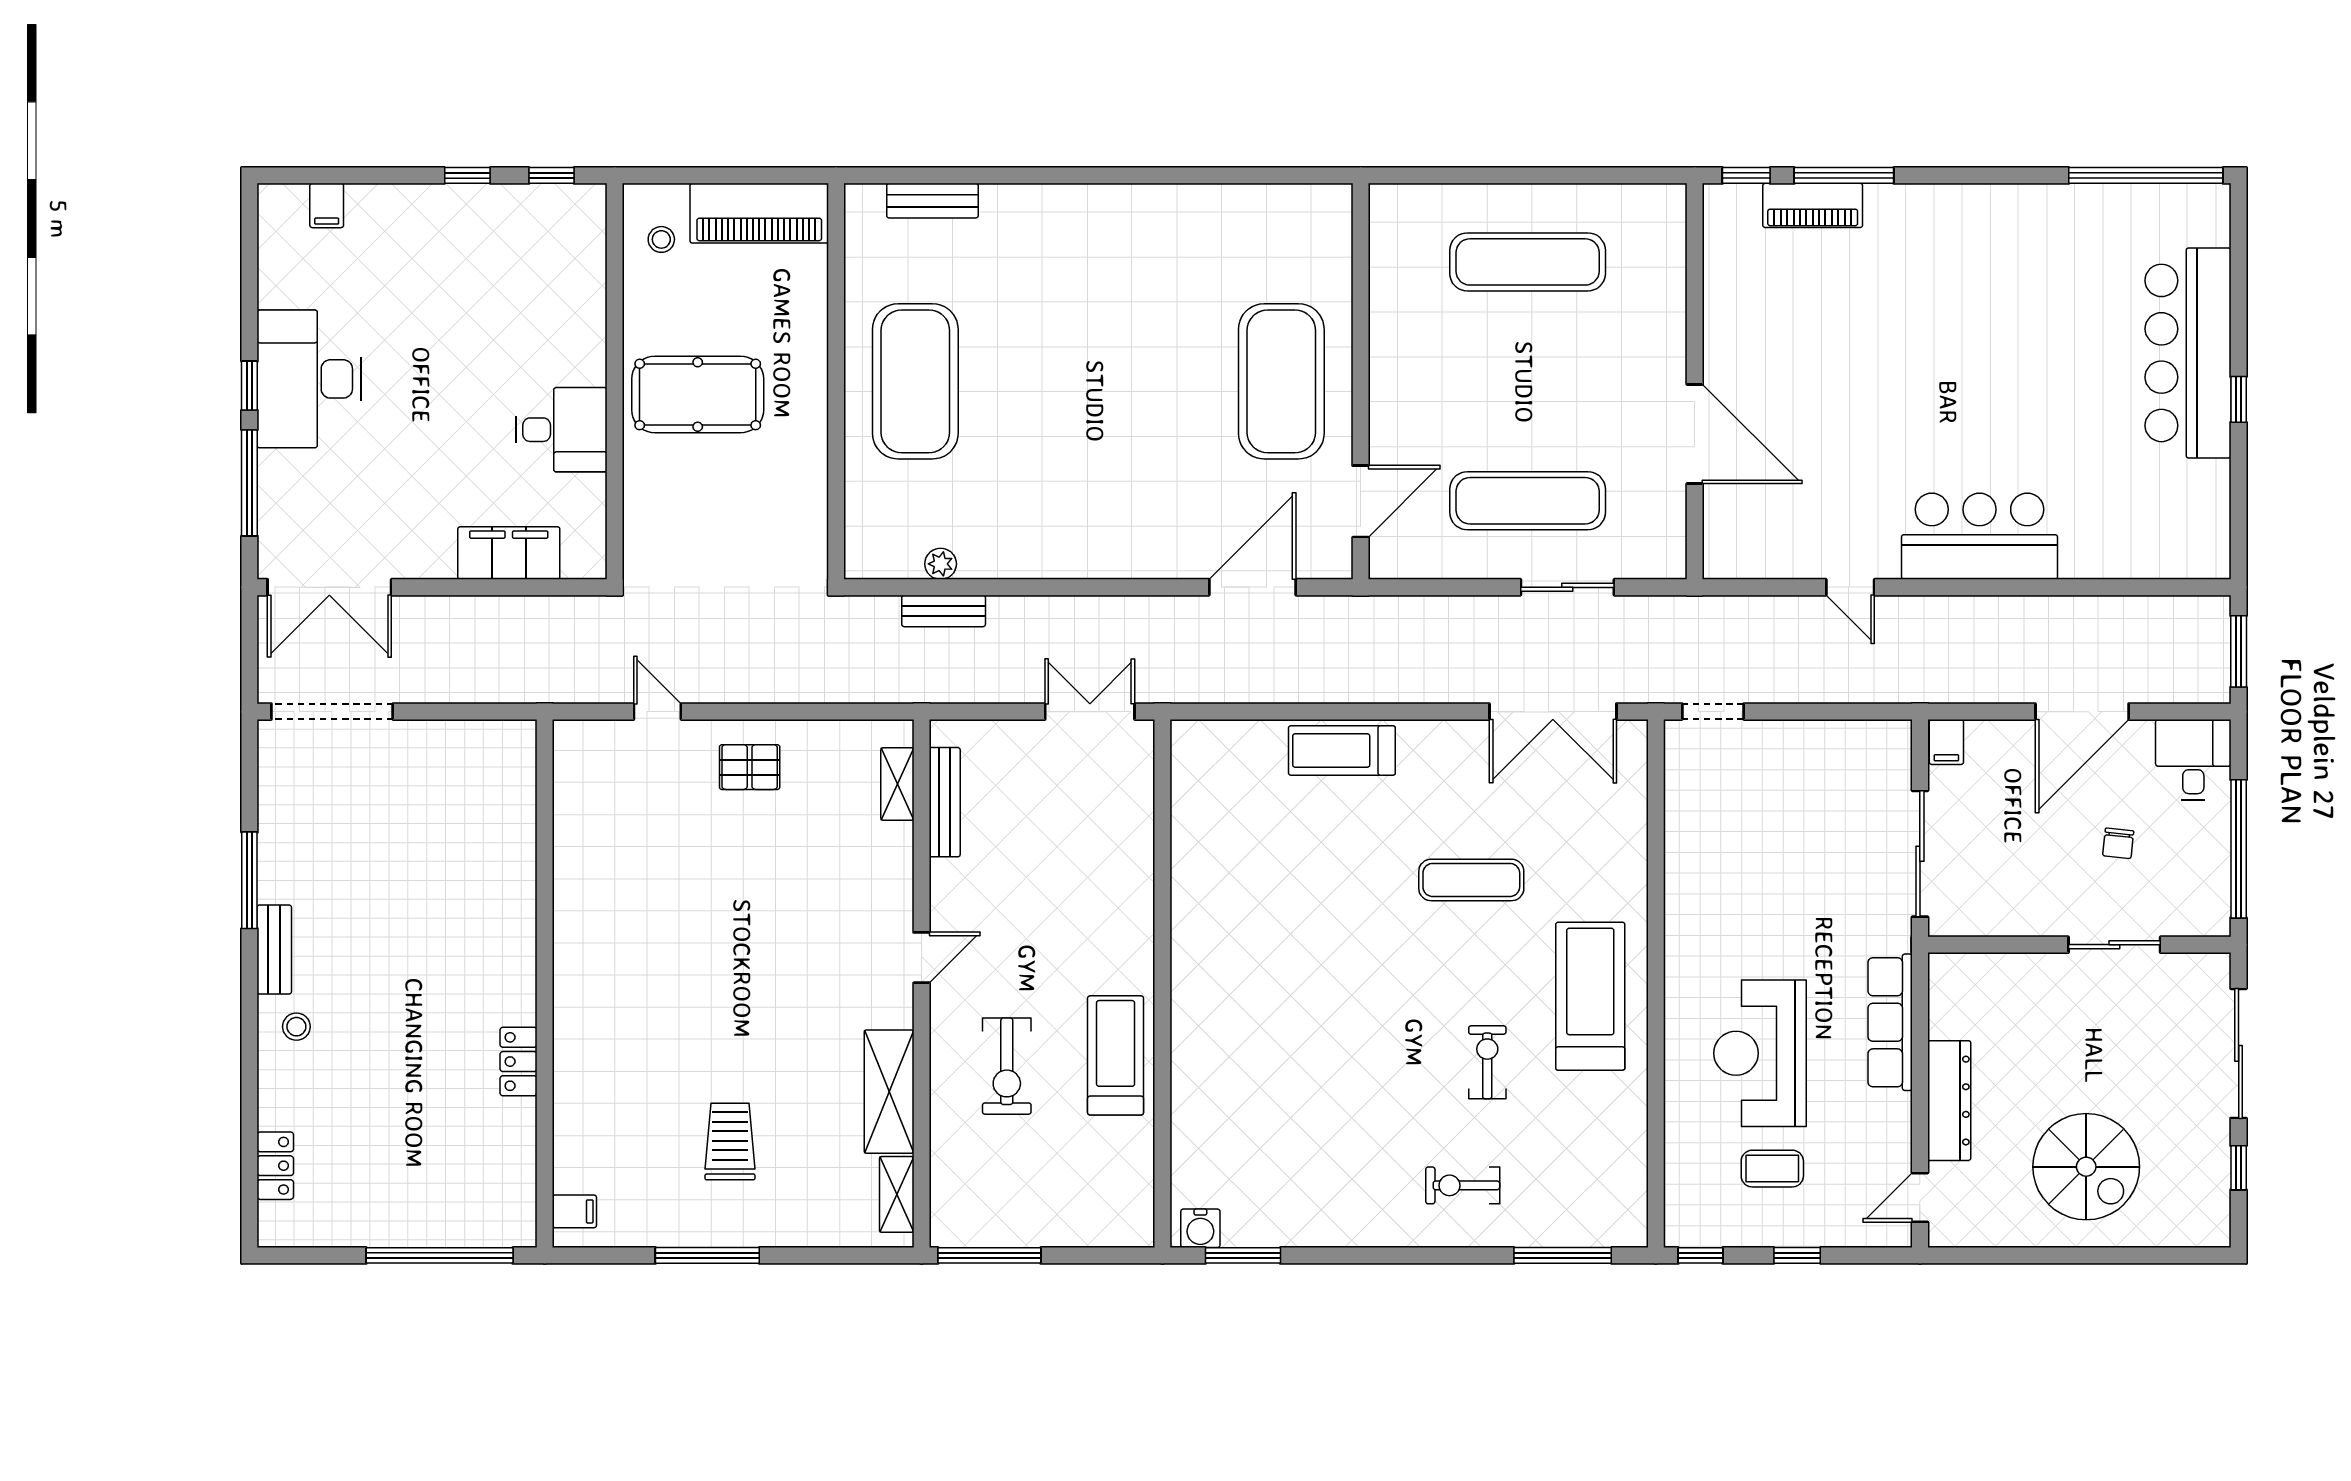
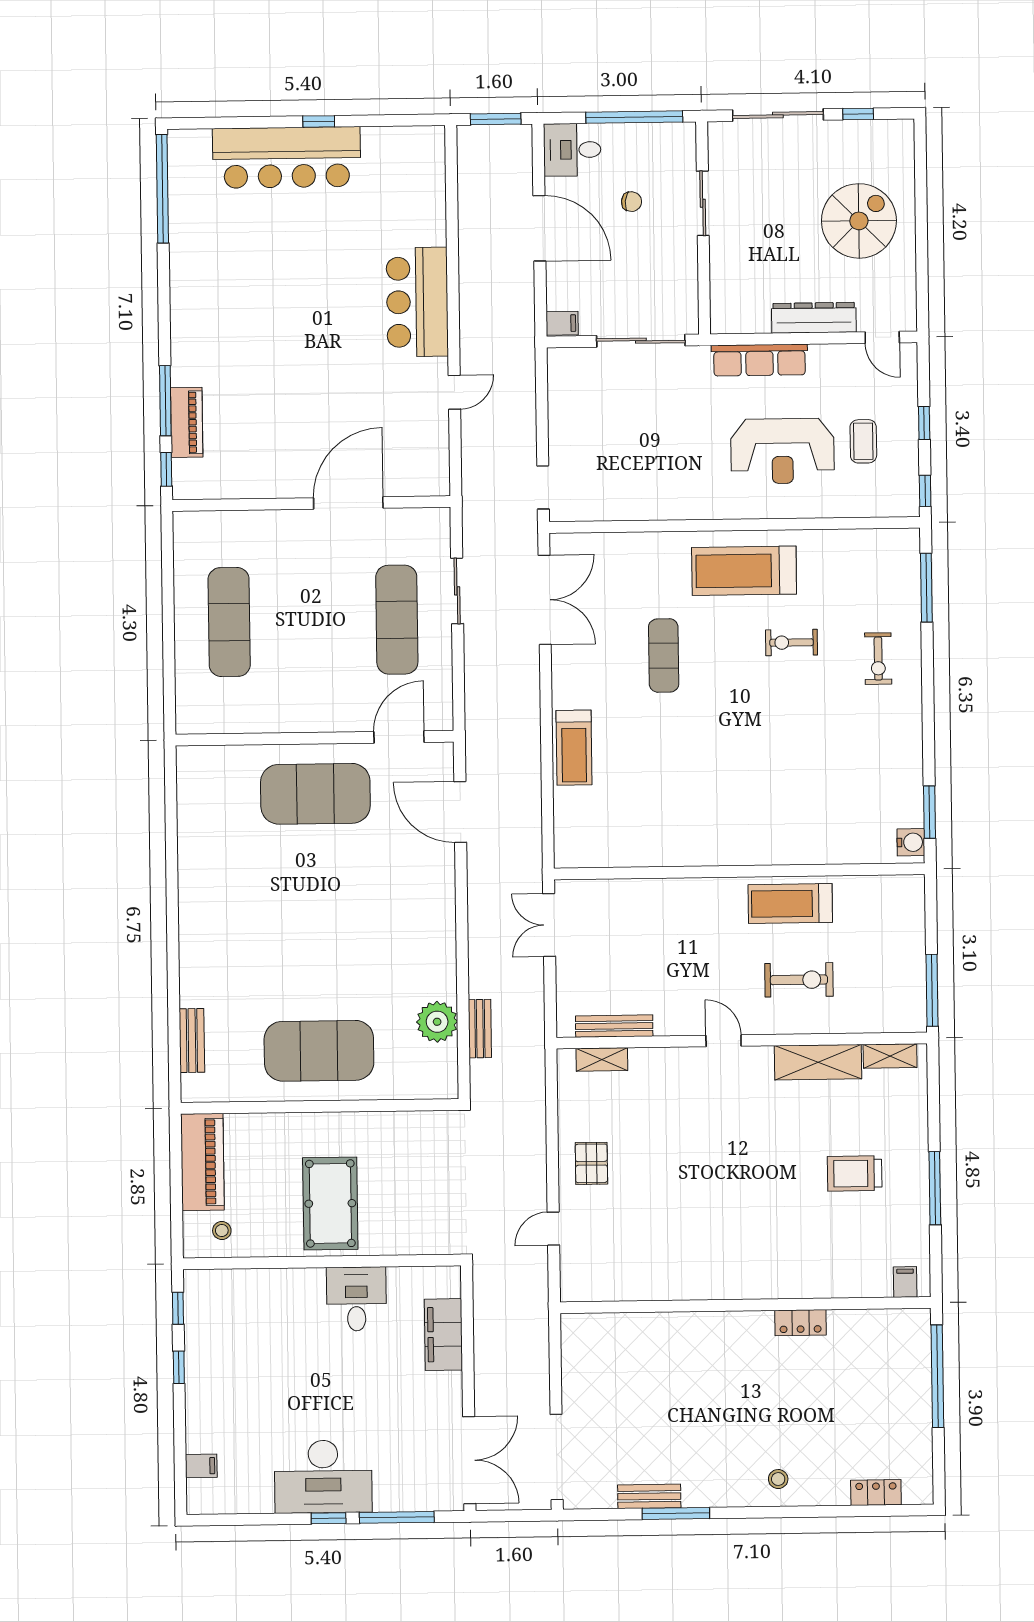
door: (1361, 501) -> (399, 737), hinge flipped
plant: (941, 564) -> (437, 1022), width x1.88, depth x1.88
bench: (274, 950) -> (649, 1496), moved

